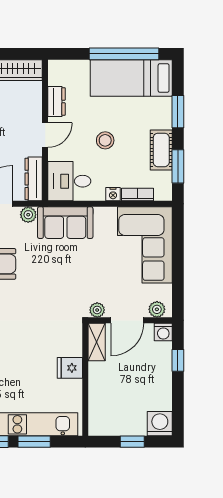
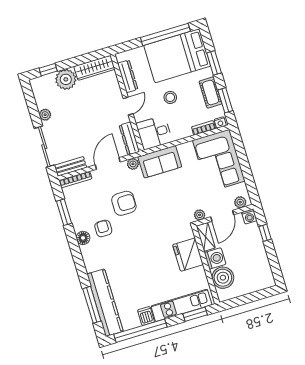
bed: (131, 78) -> (177, 56), width x1.50
dresser: (56, 102) -> (128, 76), width x1.44
nightstand: (113, 194) -> (220, 123), moved
fridge: (70, 368) -> (188, 255), width x1.88, depth x1.34
boiler: (103, 404) -> (223, 278), added
washing machine: (160, 424) -> (215, 258), moved, turned 90
window: (34, 442) -> (195, 314), moved
window: (132, 442) -> (250, 298), removed

